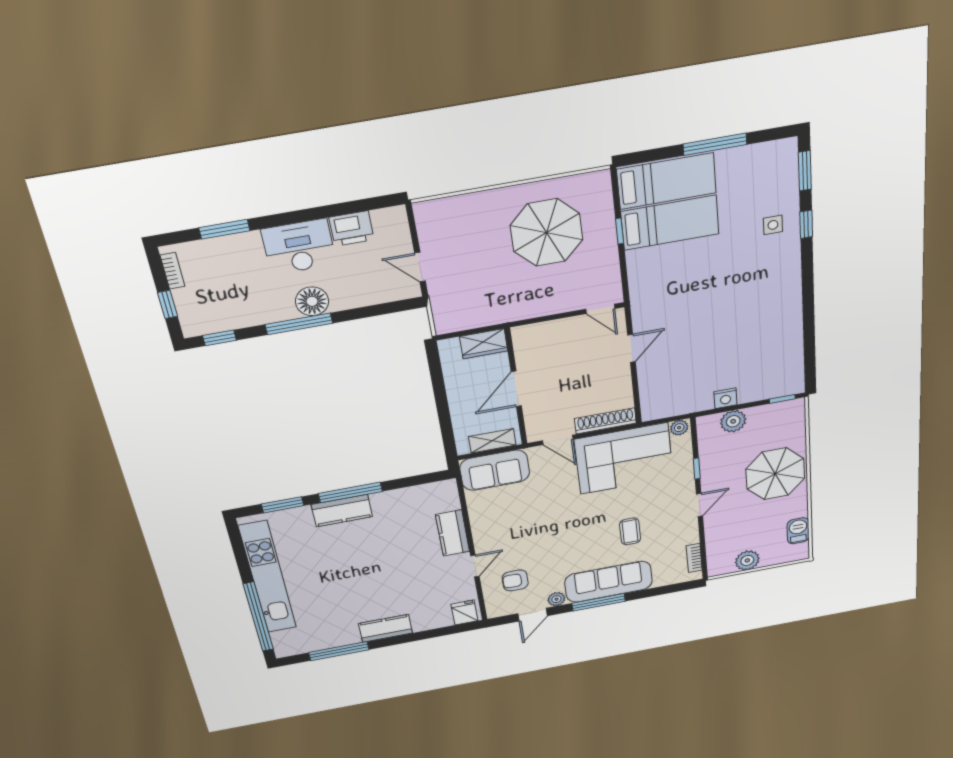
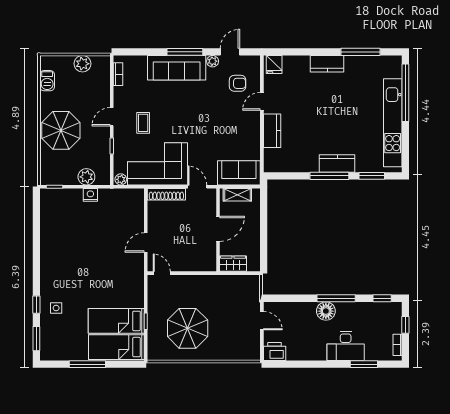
printer: (351, 229) -> (275, 352), moved
desk: (299, 247) -> (346, 346), moved
coffee table: (630, 531) -> (143, 123), moved

